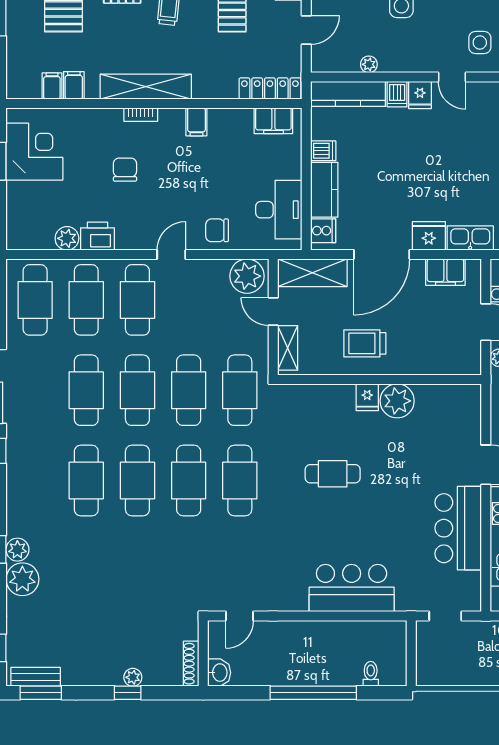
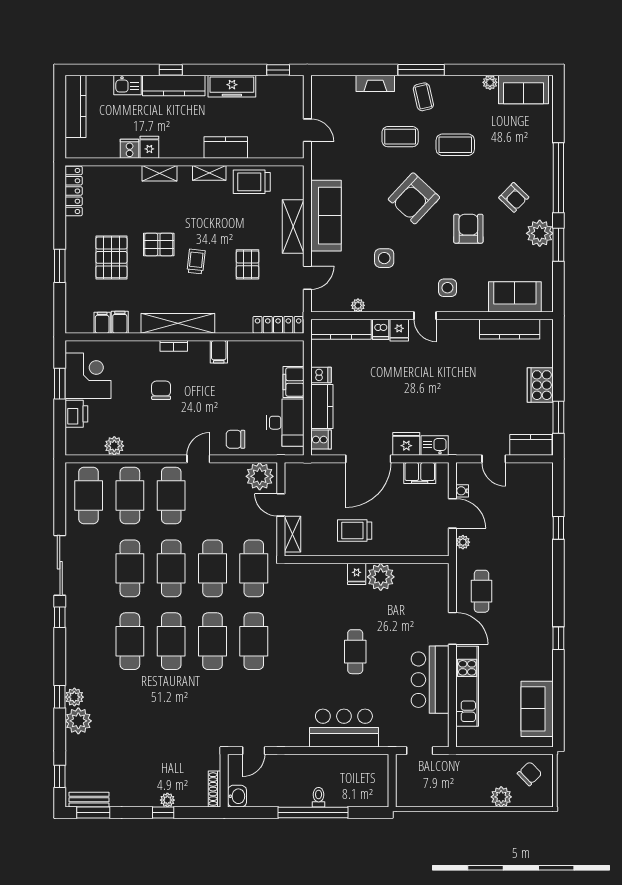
filing cabinet: (273, 121) -> (293, 382), moved, turned 90
printer: (97, 236) -> (76, 414), moved, turned 90
kitchen sink: (470, 238) -> (435, 446), width x0.73
shelving: (312, 273) -> (312, 474), removed
cafe table: (333, 474) -> (355, 652), moved, turned 90
toilet: (371, 674) -> (319, 797), moved

